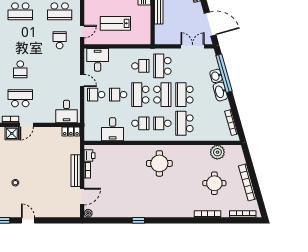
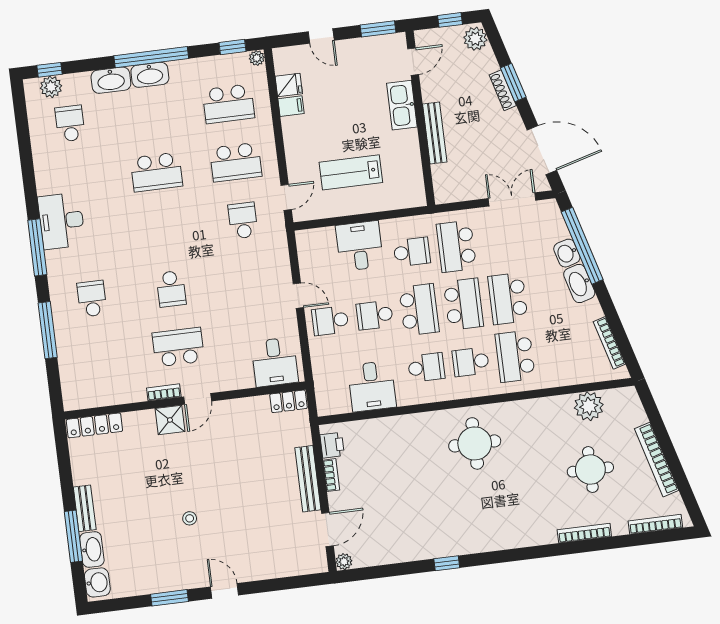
desk: (98, 60) -> (360, 246), moved
school desk: (140, 95) -> (419, 310), turned 180

